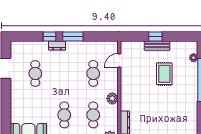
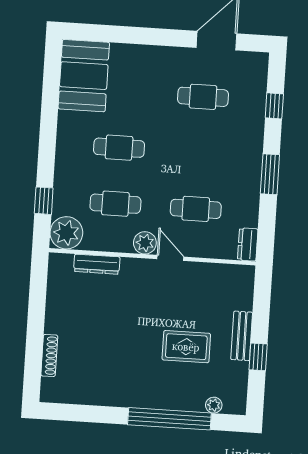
window: (50, 36) -> (274, 106), moved
window: (155, 36) -> (258, 357), moved
dresser: (57, 46) -> (248, 244), moved
door: (119, 60) -> (170, 258), moved

